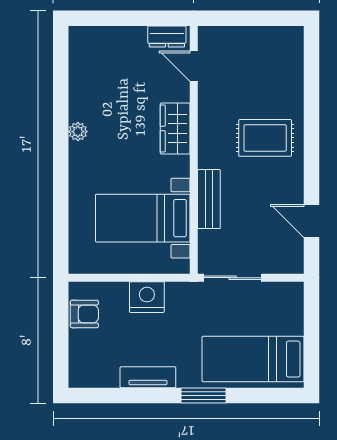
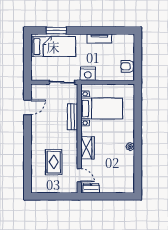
rug: (265, 138) -> (54, 162), moved, turned 90
door: (311, 221) -> (28, 107), hinge flipped
nightstand: (147, 297) -> (88, 74), moved
window: (203, 395) -> (56, 31), moved

